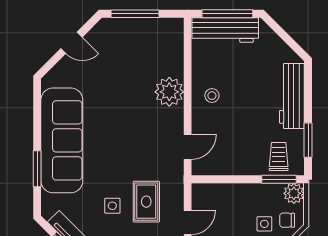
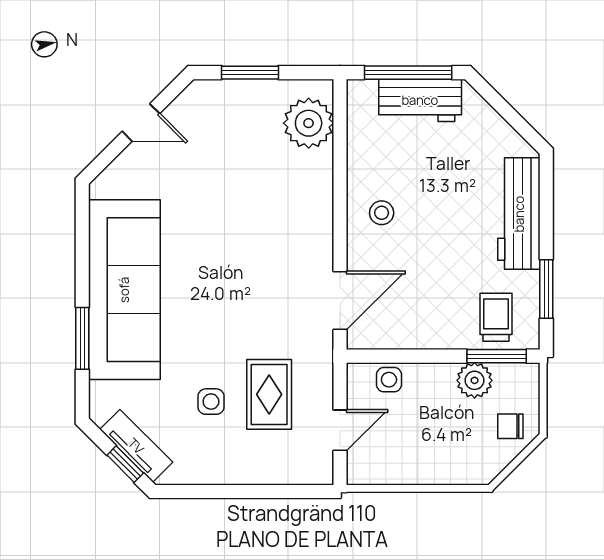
window: (135, 14) -> (250, 73), width x0.69
workbench: (225, 30) -> (420, 100), width x0.73
plant: (169, 92) -> (309, 123), moved
door: (188, 147) -> (340, 301), width x1.38
plant: (294, 193) -> (475, 380), moved
side table: (264, 224) -> (389, 380), moved

